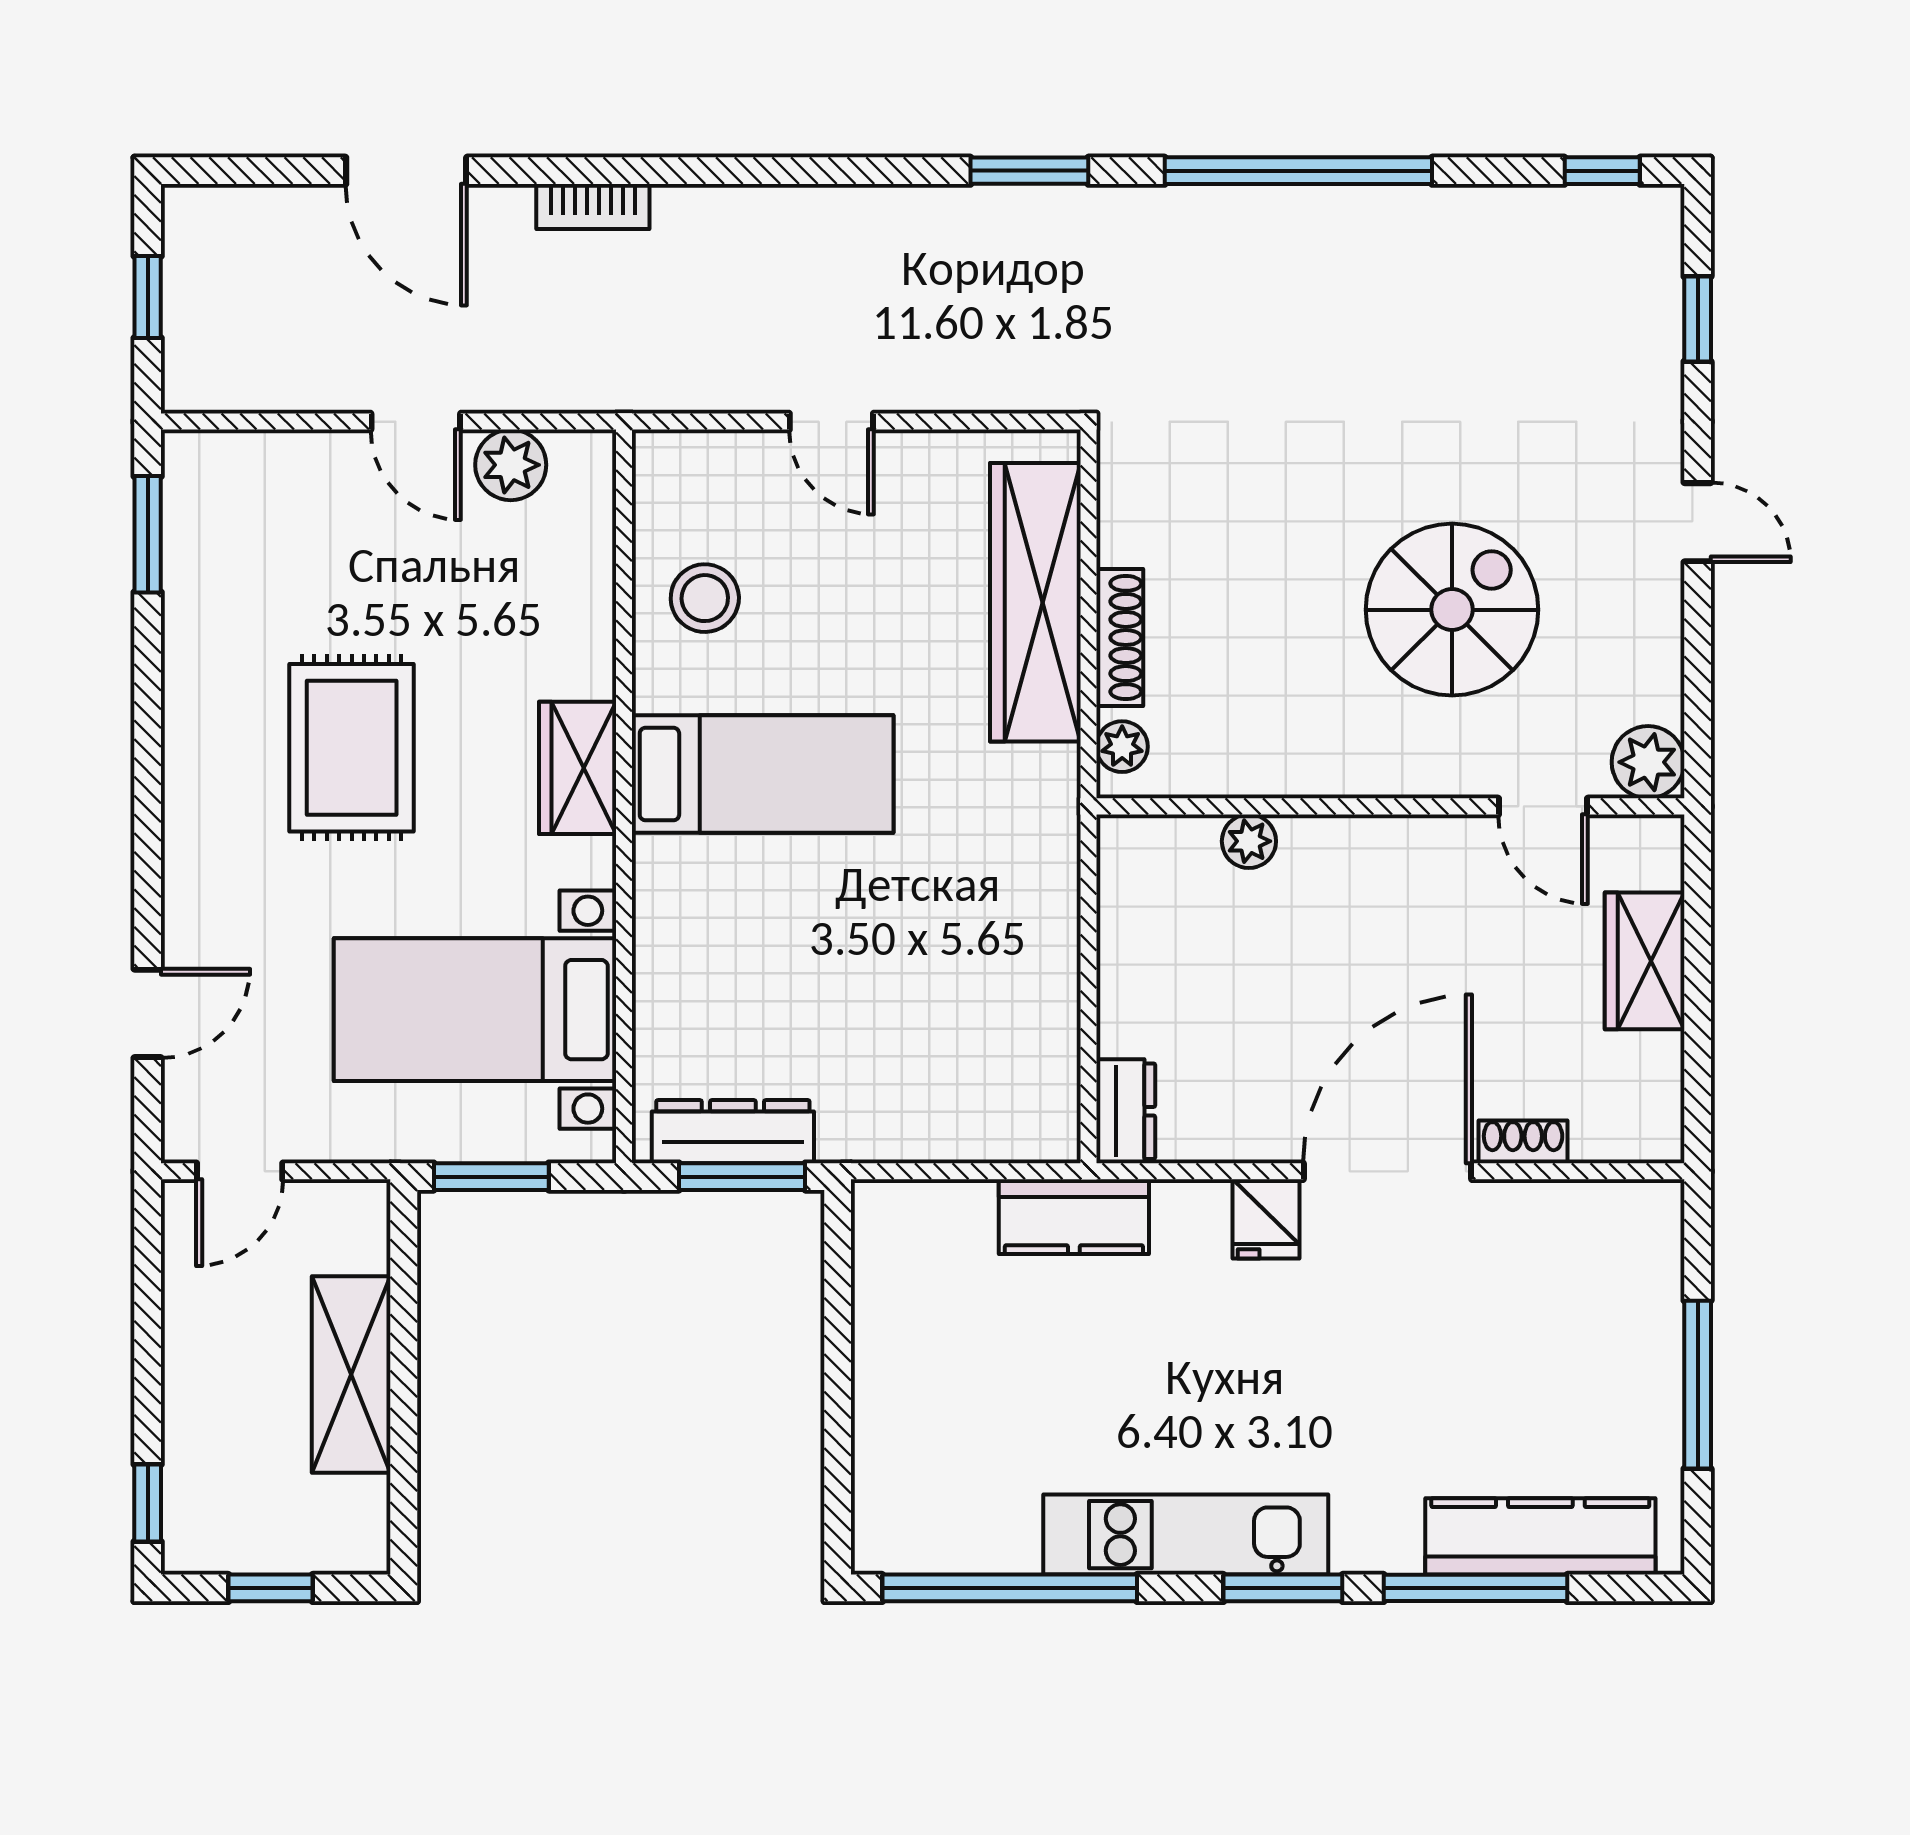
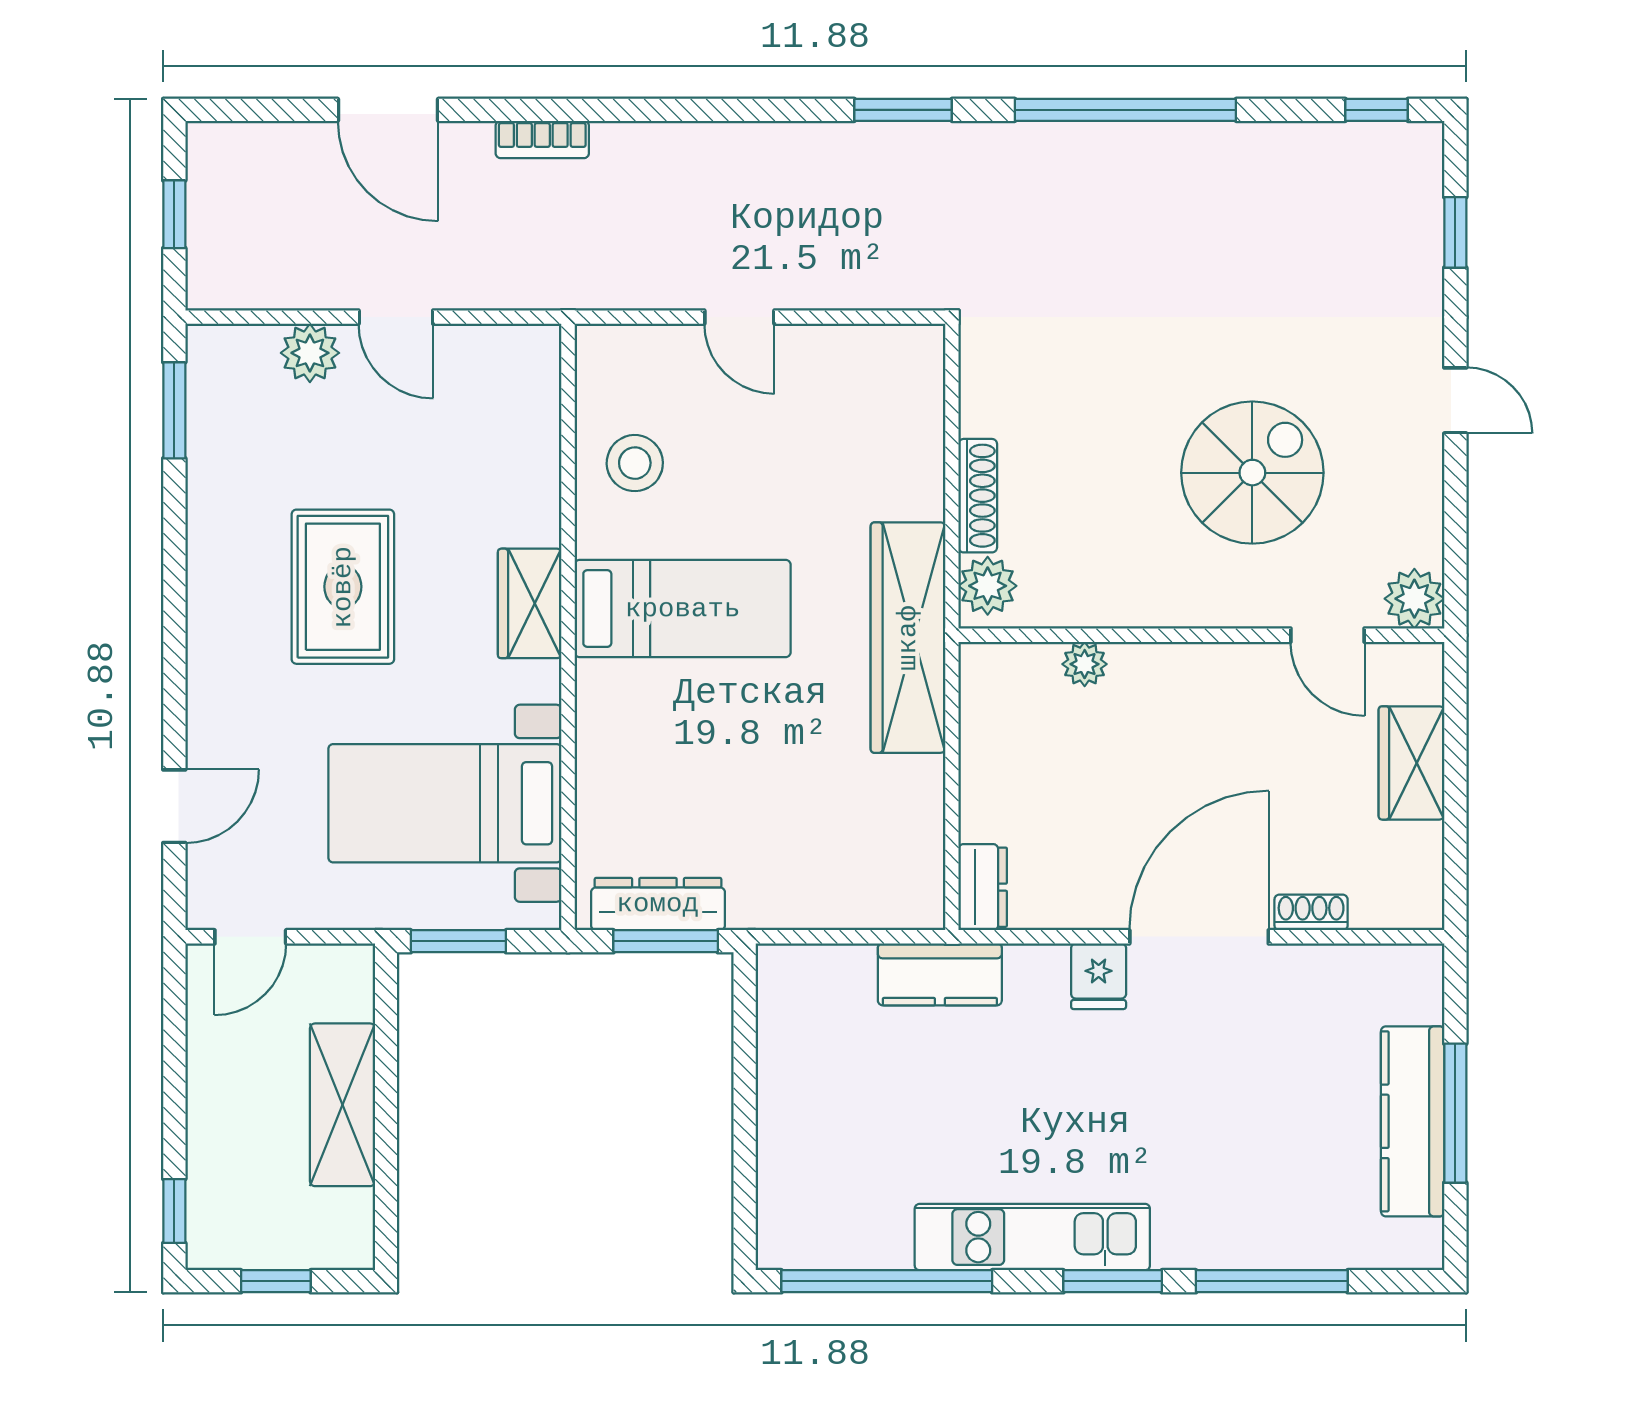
plant: (511, 465) -> (310, 353), moved
wardrobe: (1035, 602) -> (908, 638), moved
plant: (1122, 747) -> (988, 586), width x1.38, depth x1.38
kitchen counter: (1540, 1536) -> (1413, 1121), moved, turned -90

